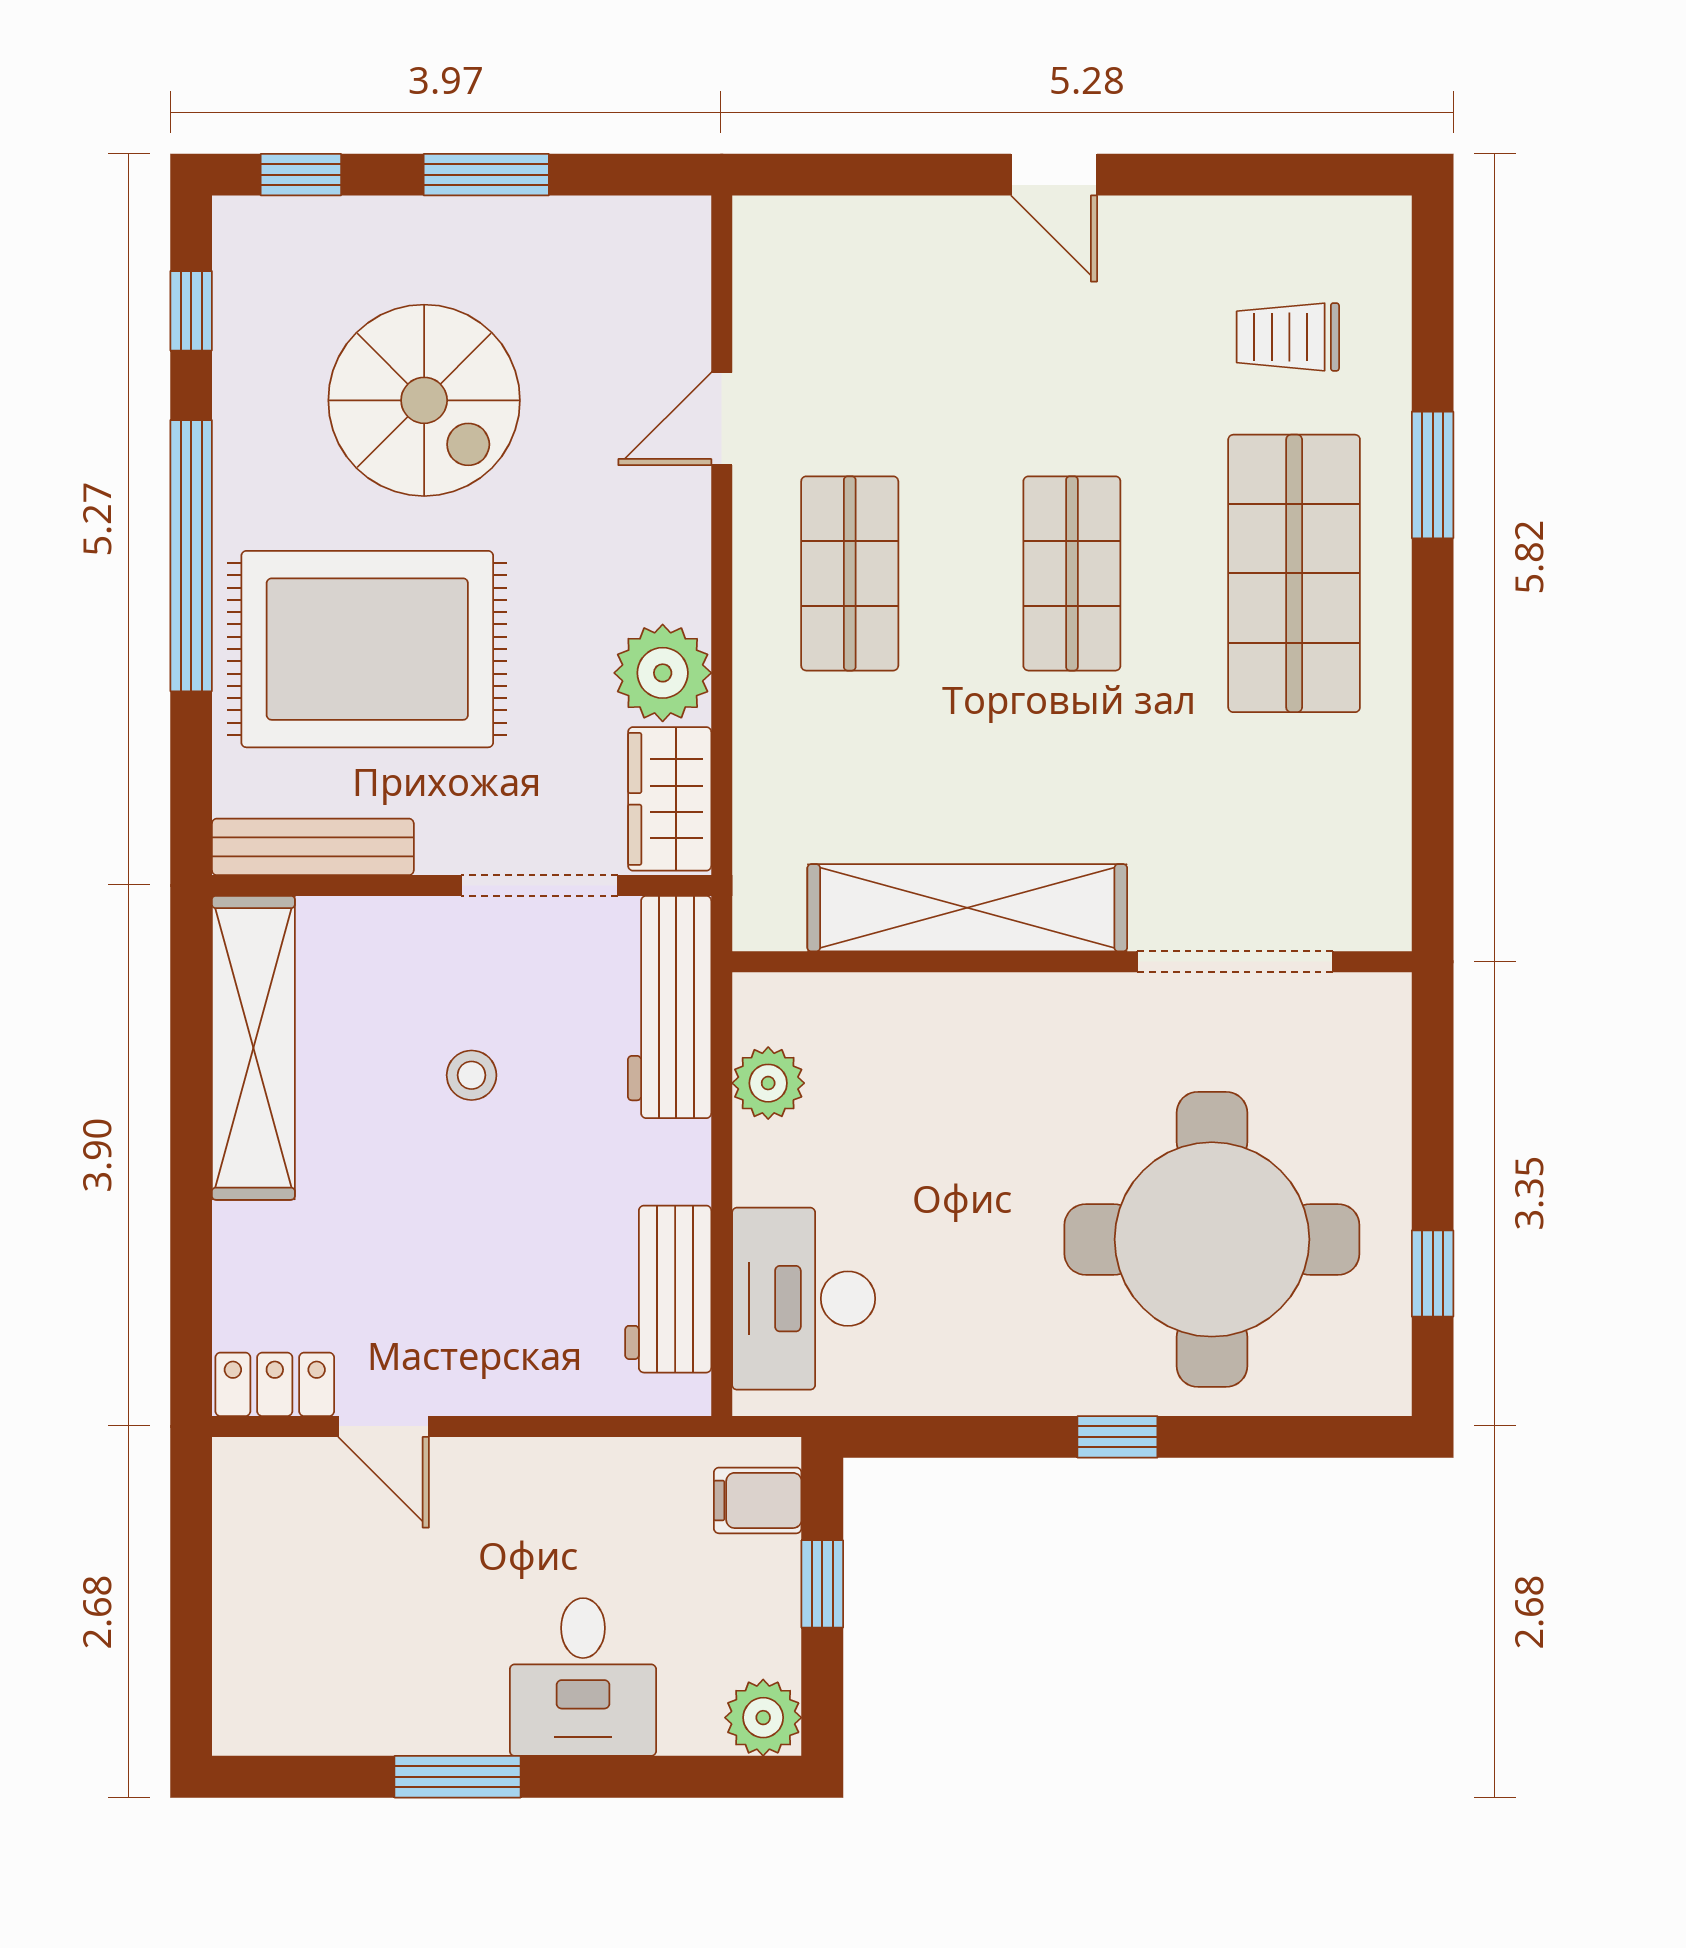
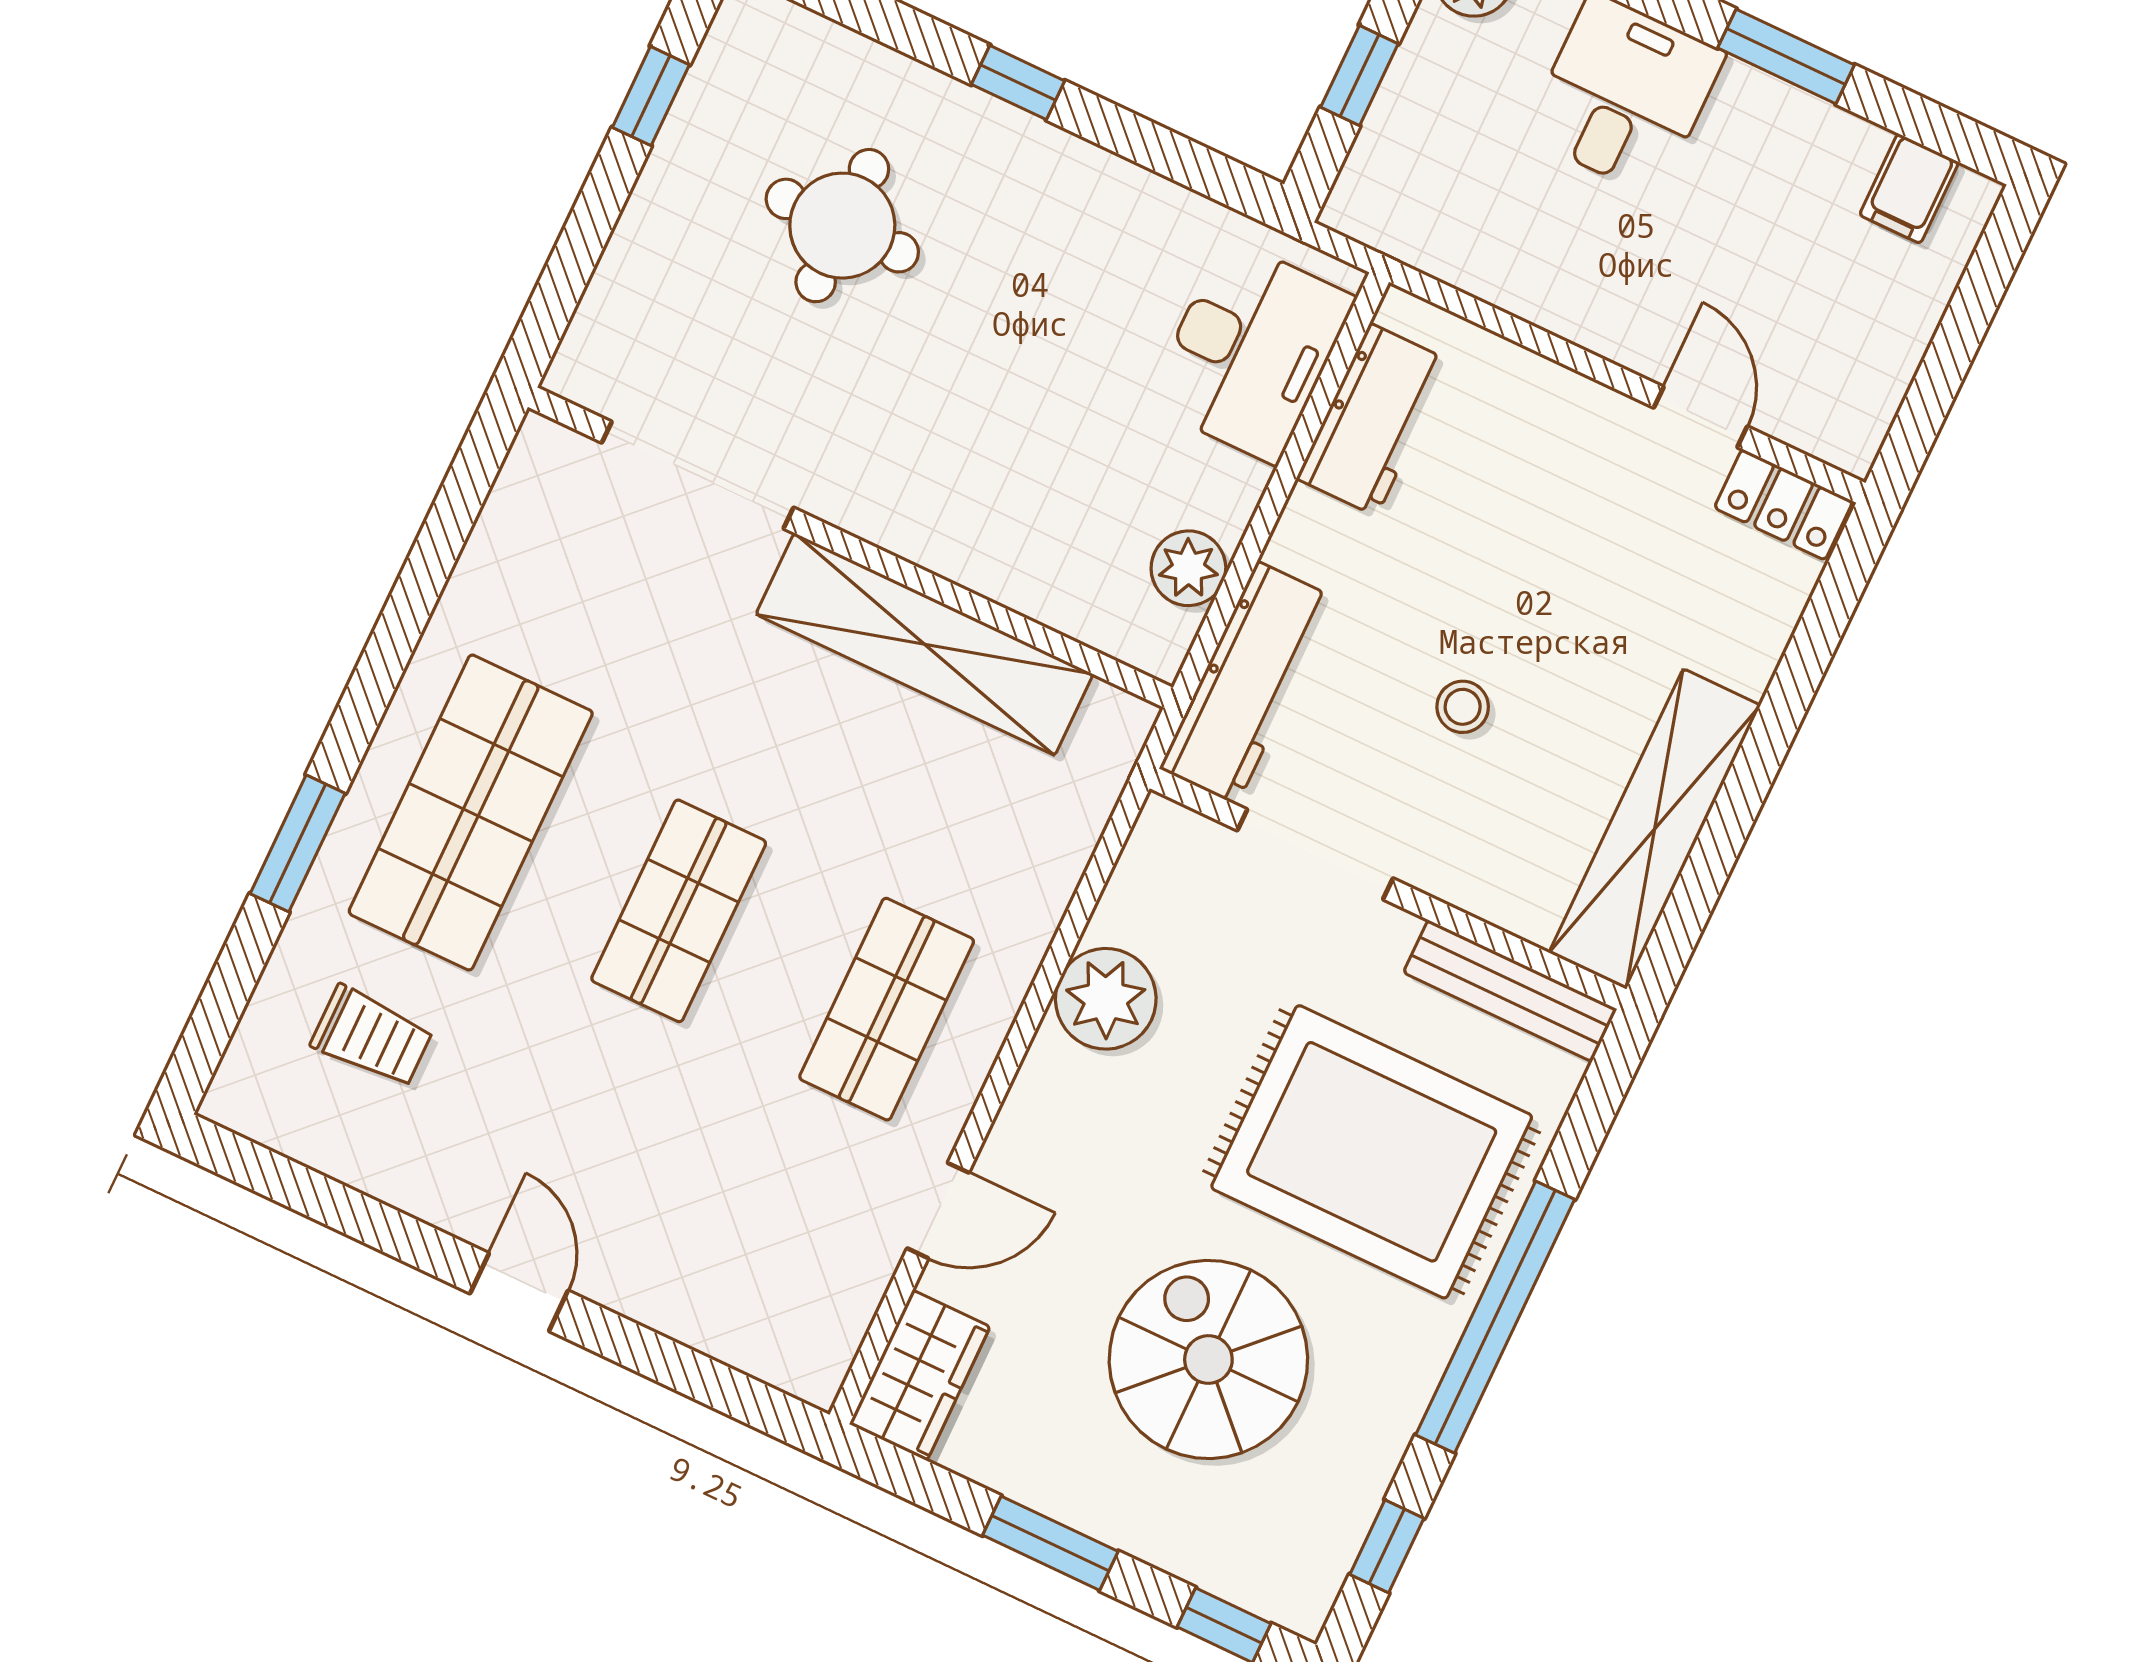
wardrobe: (670, 799) -> (920, 1375), moved
round table: (1212, 1239) -> (842, 226), width x0.54, depth x0.54
filing cabinet: (758, 1500) -> (1909, 189), moved, turned 90

